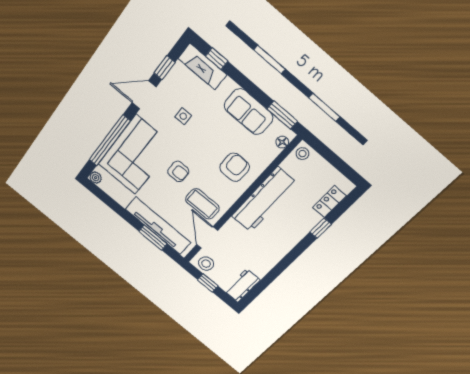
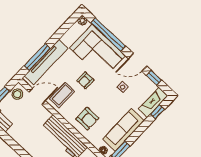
door: (144, 95) -> (138, 62), swing flipped
sofa: (248, 112) -> (124, 130), width x1.36
window: (153, 238) -> (37, 57), width x1.44

